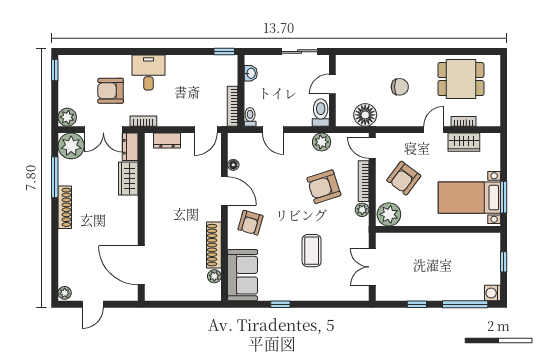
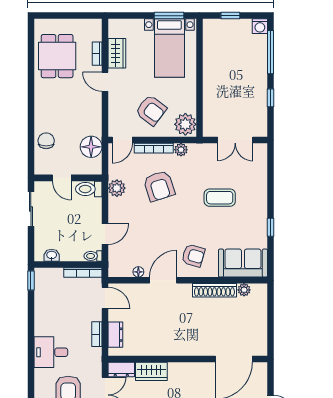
chair: (400, 87) -> (46, 141), moved
bookcase: (143, 121) -> (97, 334), moved

